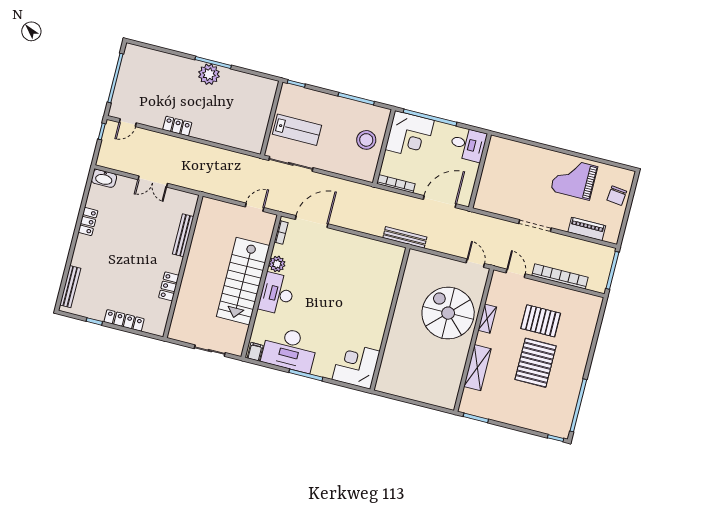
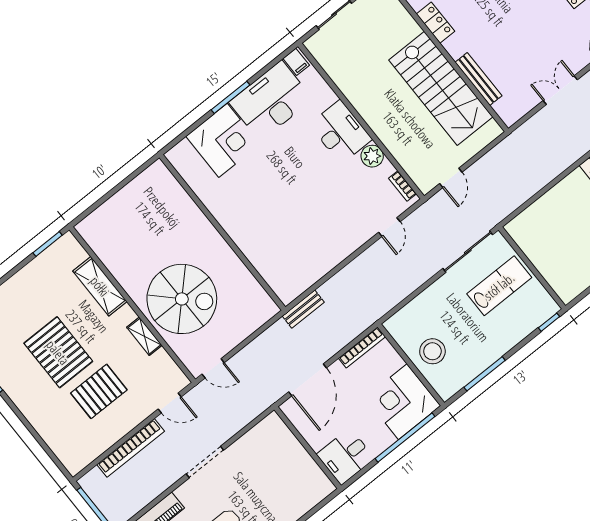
lab bench: (297, 130) -> (499, 286), turned 180
door: (312, 222) -> (389, 227), width x0.53
bench: (405, 237) -> (303, 309), width x0.73
stairs: (243, 281) -> (441, 88), moved, turned 180
corner desk: (356, 365) -> (223, 140), moved

